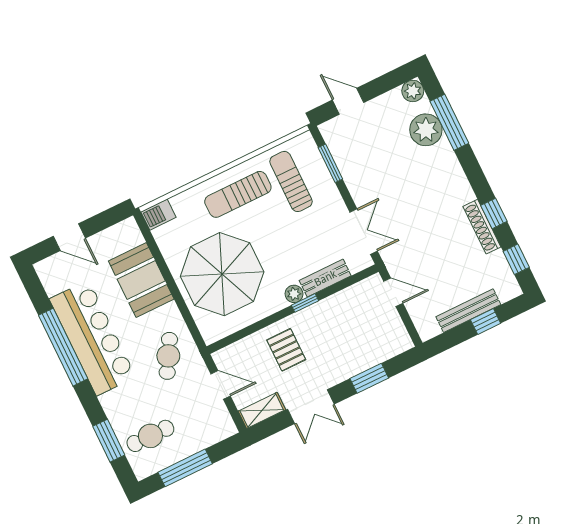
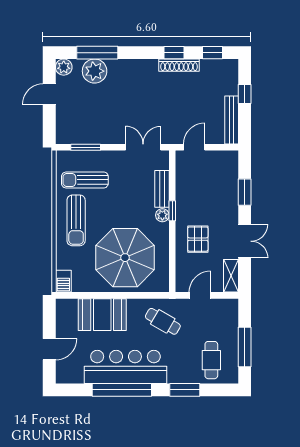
door: (348, 101) -> (49, 94), moved
bench: (468, 311) -> (232, 120), moved
pallet: (286, 350) -> (198, 239), turned 90
window: (109, 441) -> (185, 390), moved

